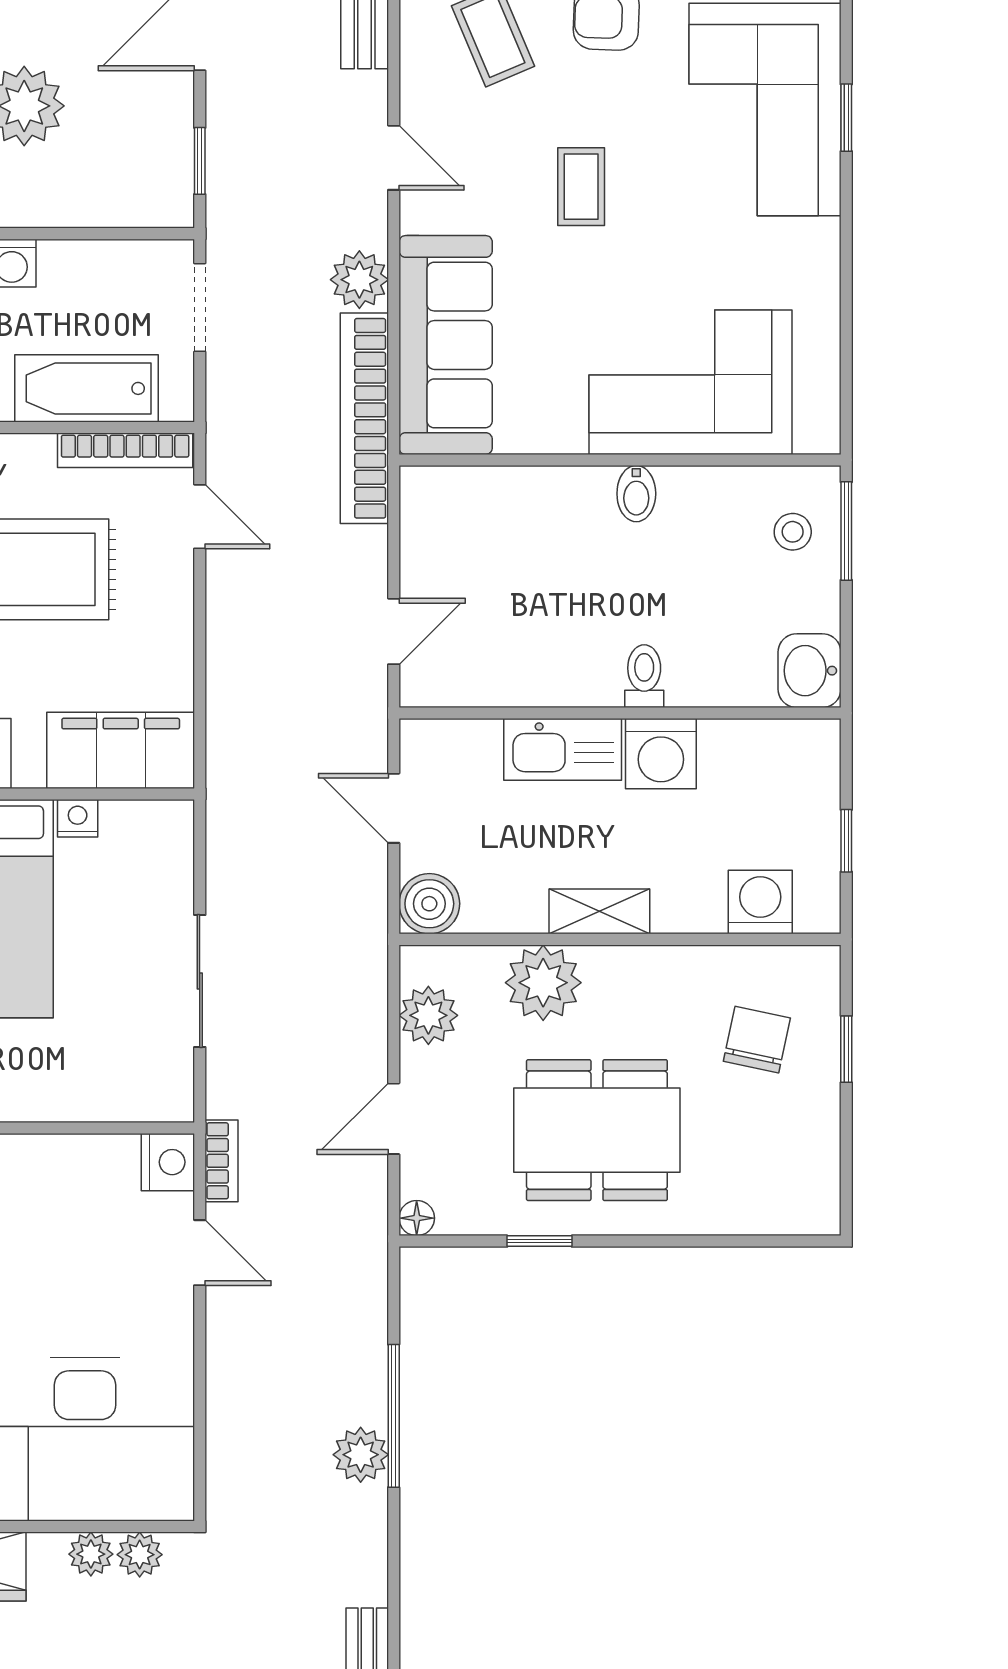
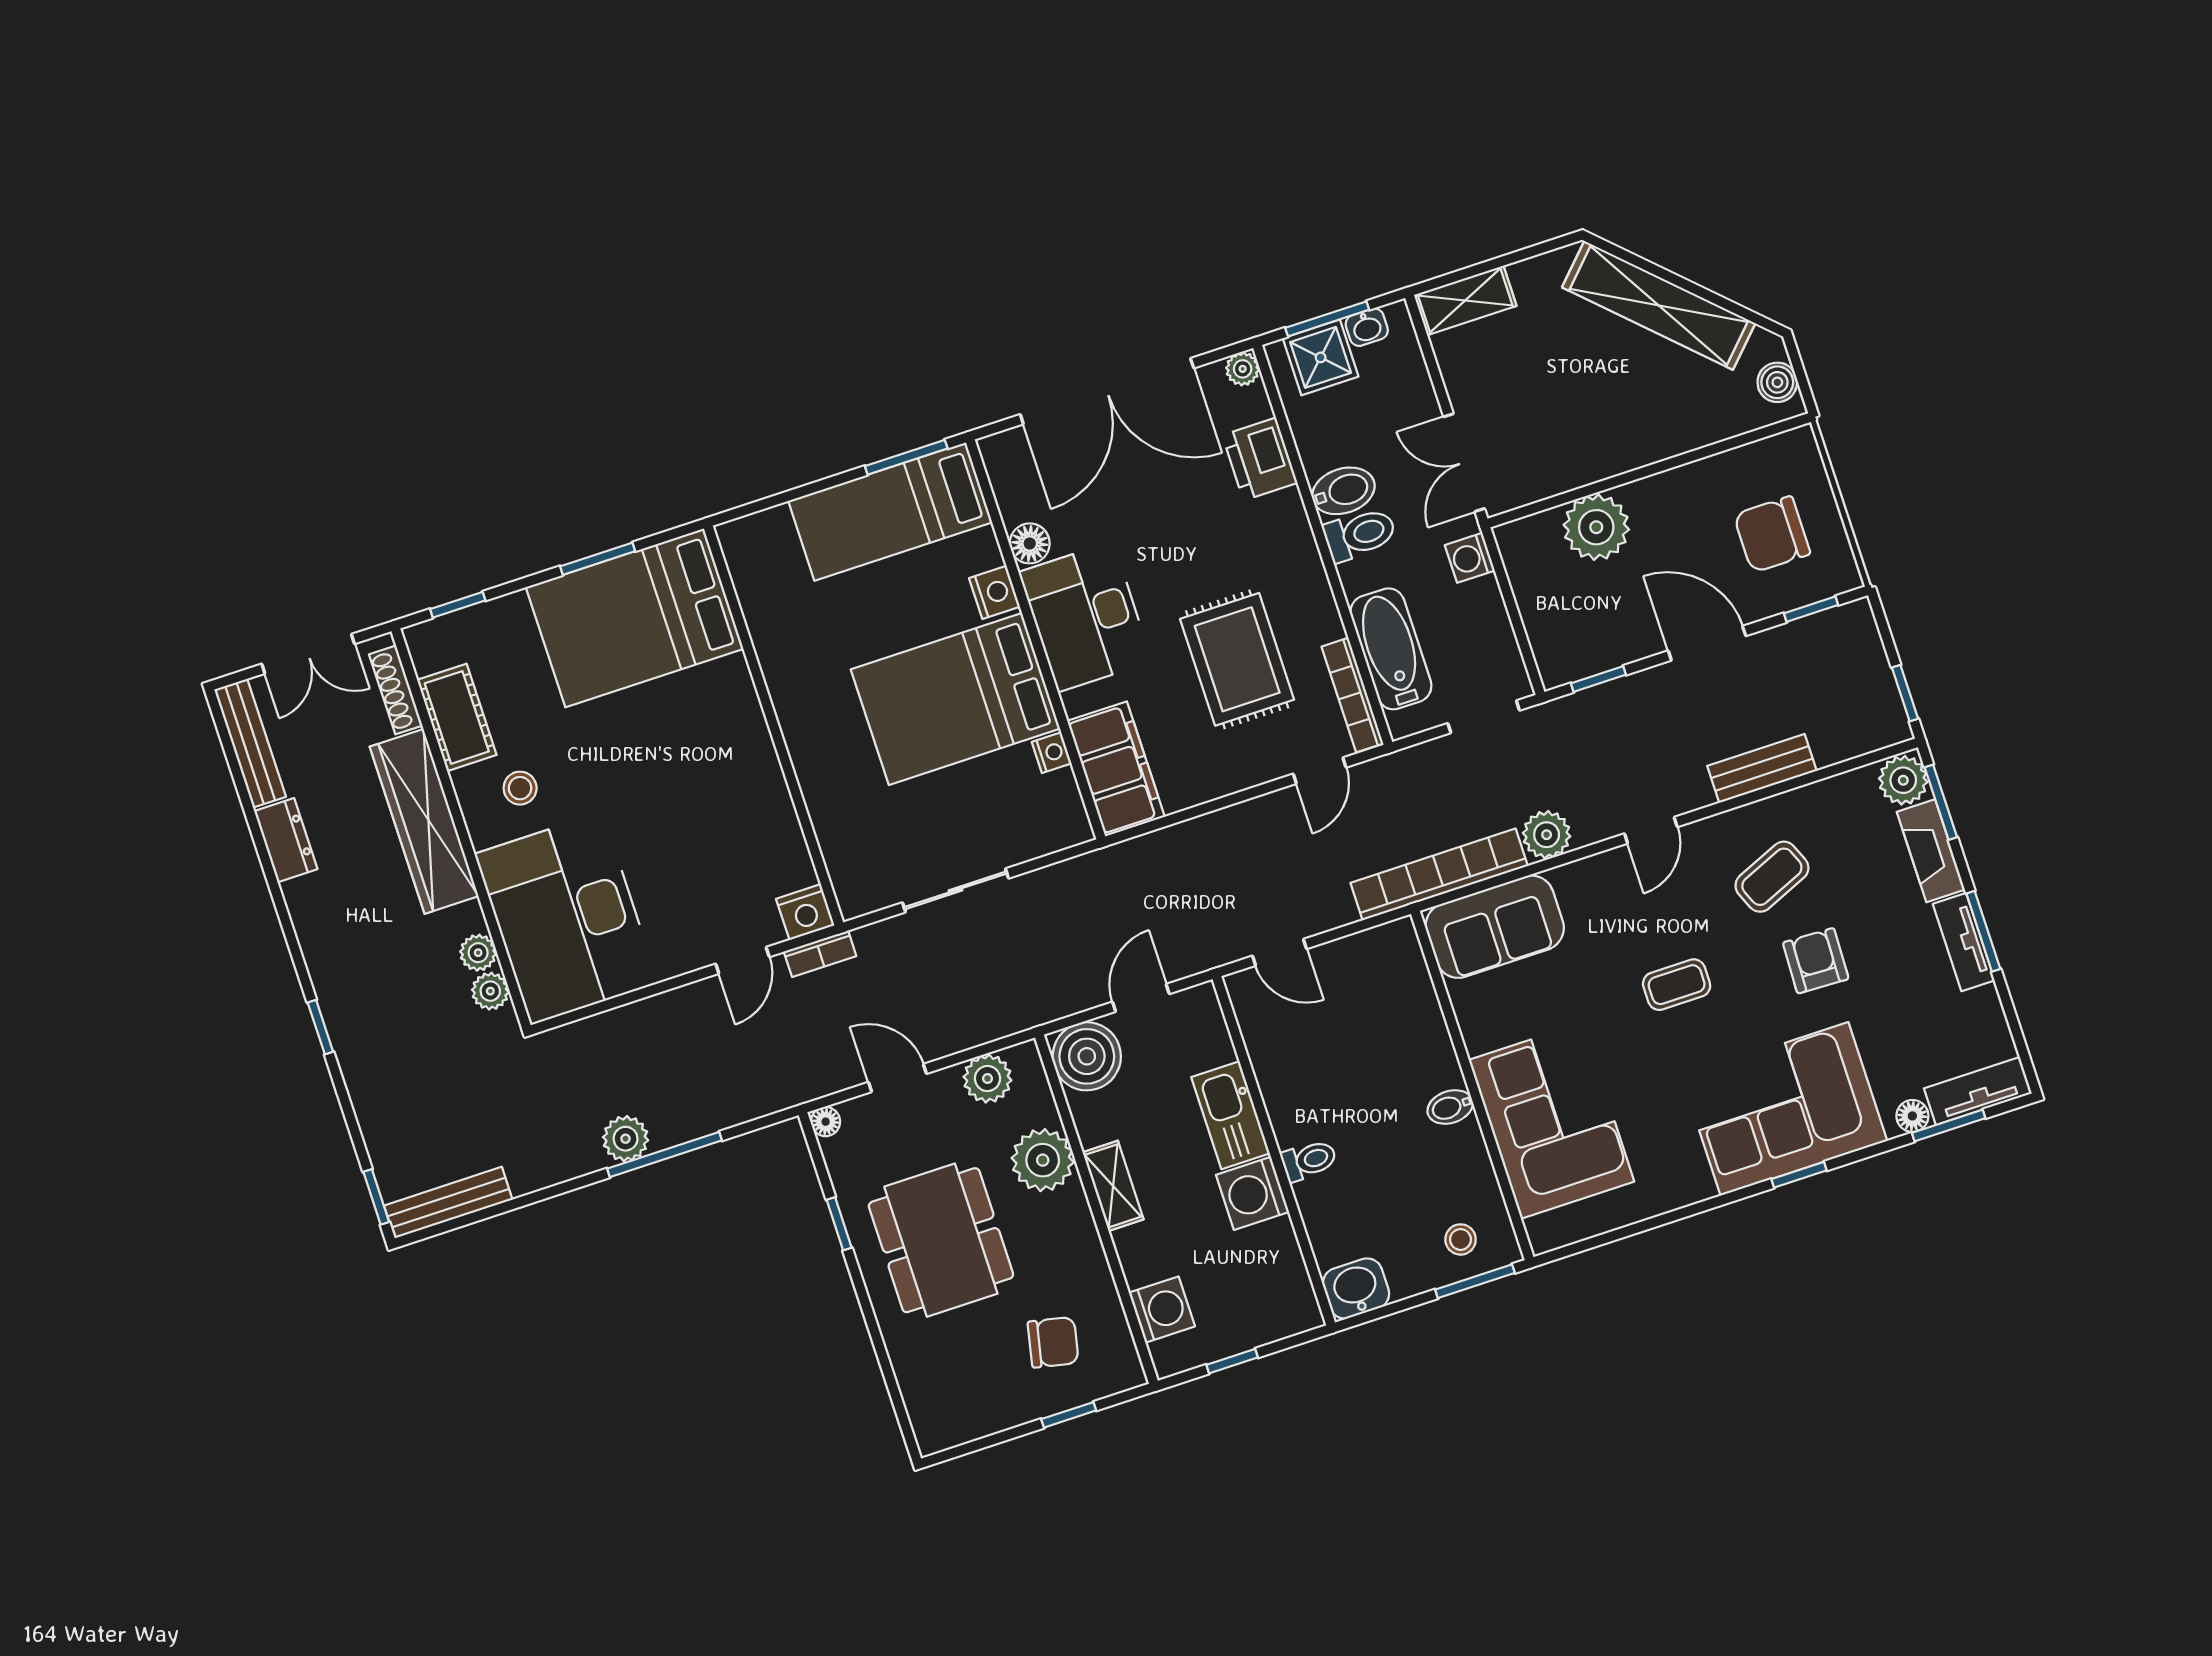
sofa: (446, 345) -> (1495, 927), width x0.73
boiler: (429, 904) -> (1087, 1056), width x1.37, depth x1.37

